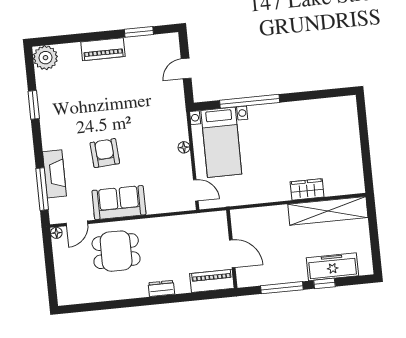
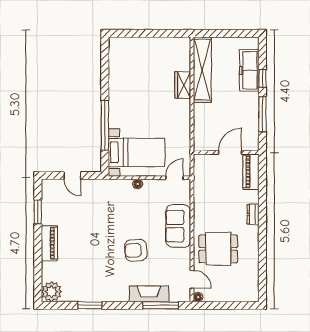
sofa: (119, 203) -> (178, 226), moved
dining table: (116, 251) -> (218, 249), turned 90

